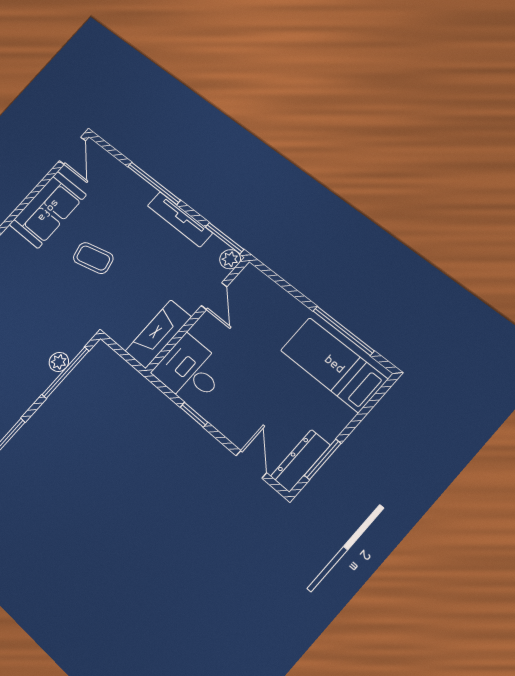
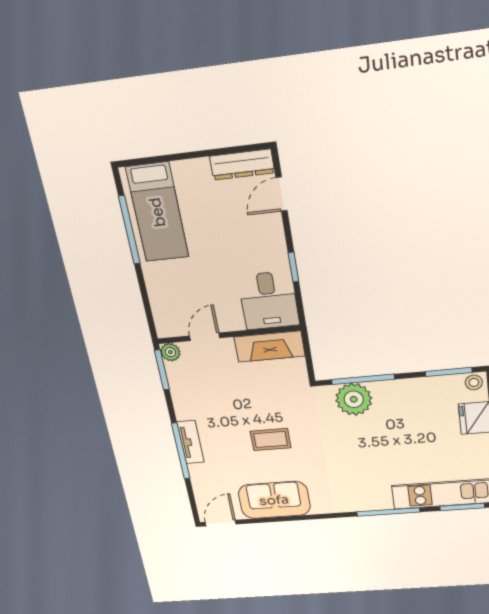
tv unit: (180, 219) -> (191, 442), moved, width x0.71
coffee table: (93, 258) -> (271, 439), turned -76
plant: (59, 362) -> (354, 399), width x1.88, depth x1.88
window: (323, 459) -> (224, 151), removed

